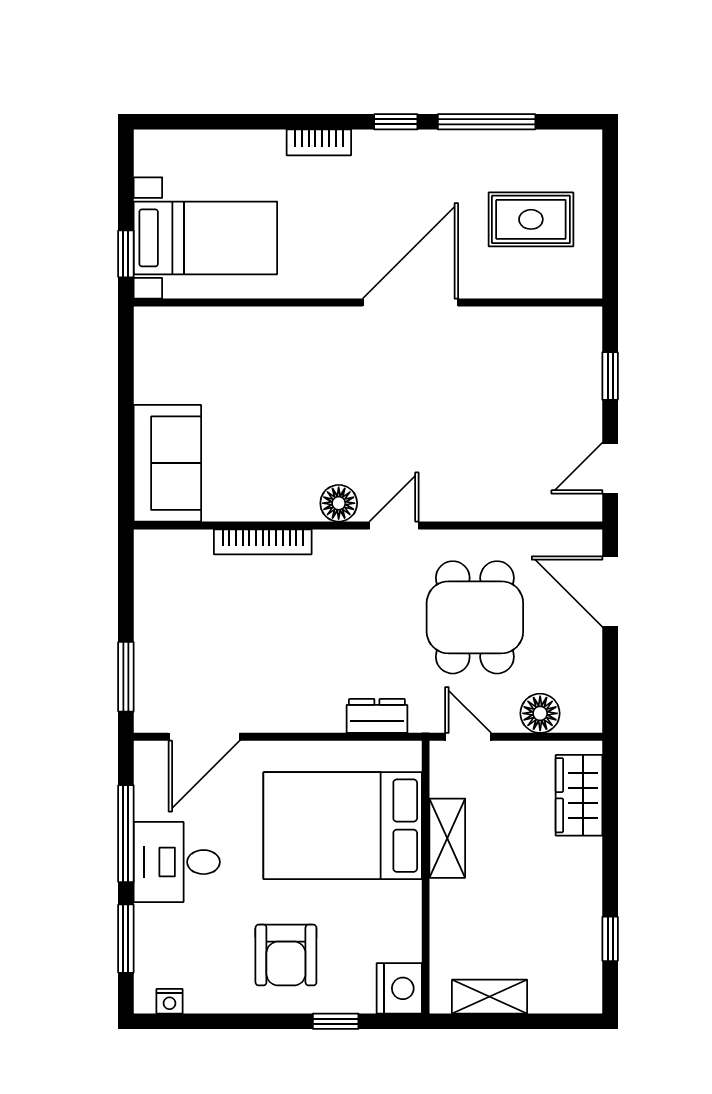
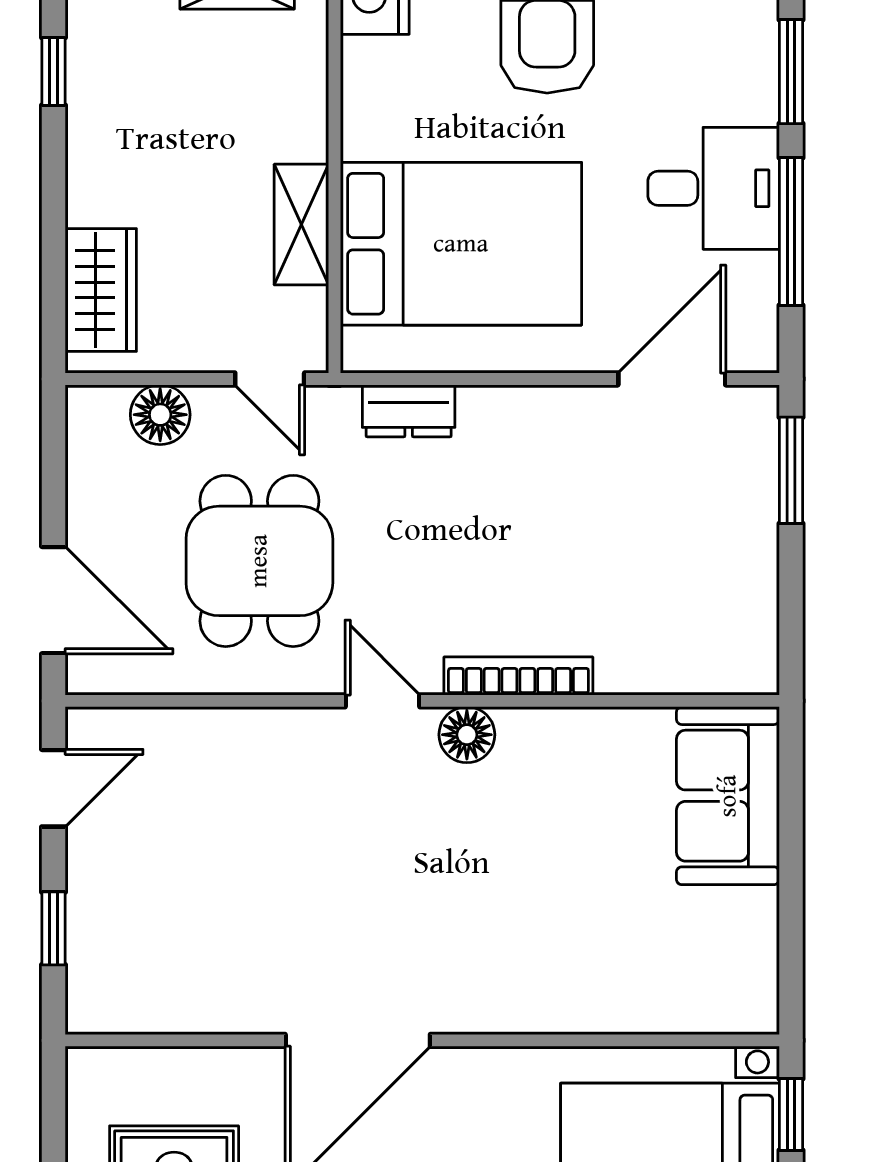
door: (394, 525) -> (382, 701), swing flipped
bookcase: (263, 542) -> (518, 676), moved

